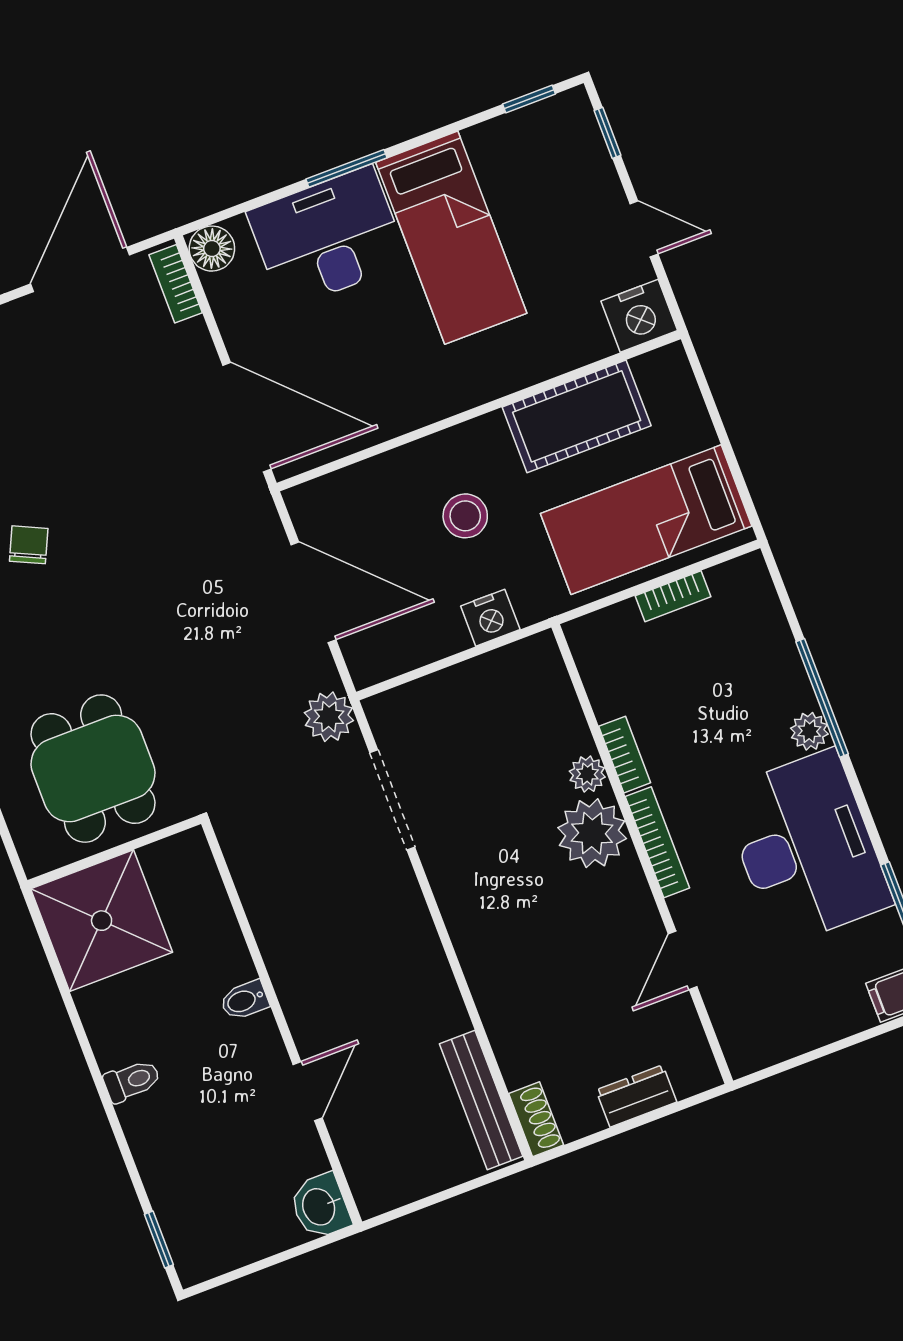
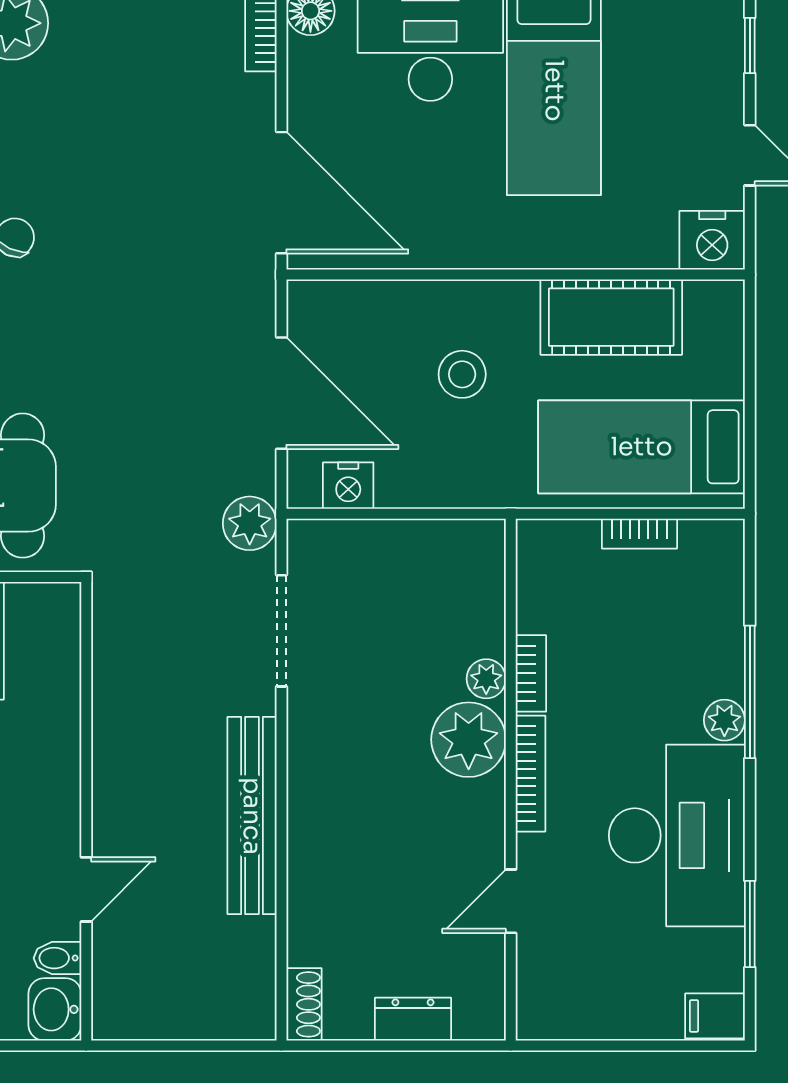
nightstand: (490, 618) -> (348, 486), moved
bidet: (244, 1000) -> (57, 958), moved
bench: (481, 1100) -> (252, 816), moved, width x1.37, depth x1.21

